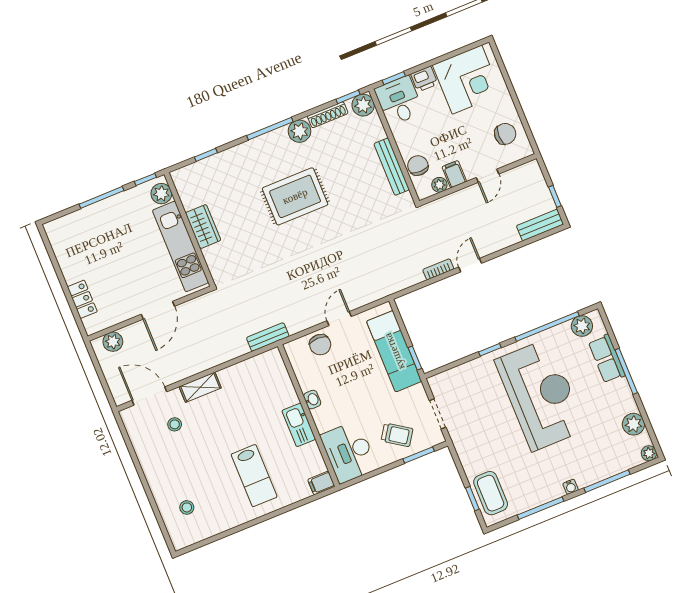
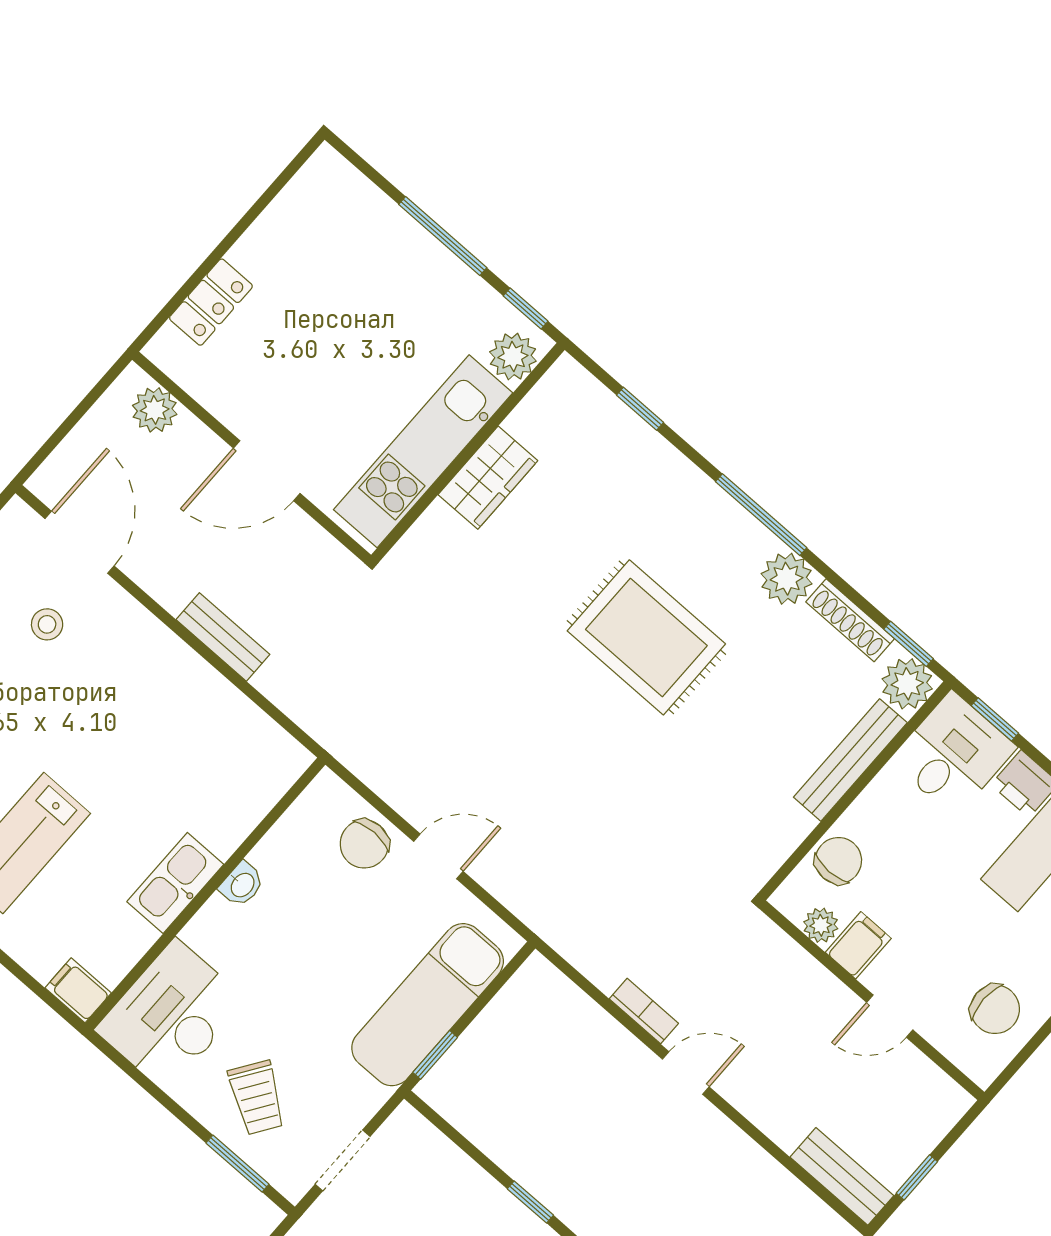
bench: (392, 167) -> (850, 760), moved
bench: (268, 337) -> (223, 637), moved
shelving: (200, 387) -> (151, 639), removed

